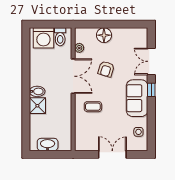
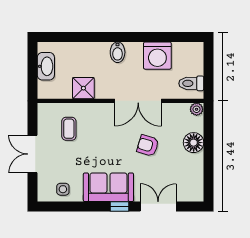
washing machine: (43, 38) -> (157, 56), moved, turned -90
plant: (79, 48) -> (197, 109), moved
shower: (37, 106) -> (83, 88), moved
coffee table: (93, 107) -> (69, 129), moved
double door: (112, 154) -> (32, 154), swing flipped

